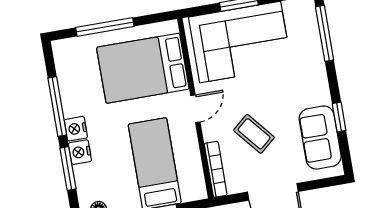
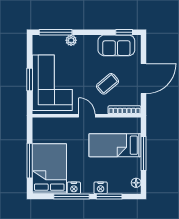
plant: (316, 61) -> (71, 40), added
bed: (143, 68) -> (49, 169), moved, turned 180
window: (339, 117) -> (124, 32), moved
nightstand: (76, 129) -> (74, 188), moved

